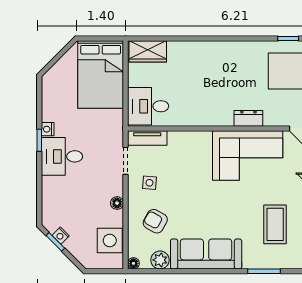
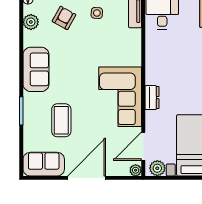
coffee table: (275, 224) -> (61, 120), turned 90
sofa: (206, 254) -> (36, 69), width x0.73

